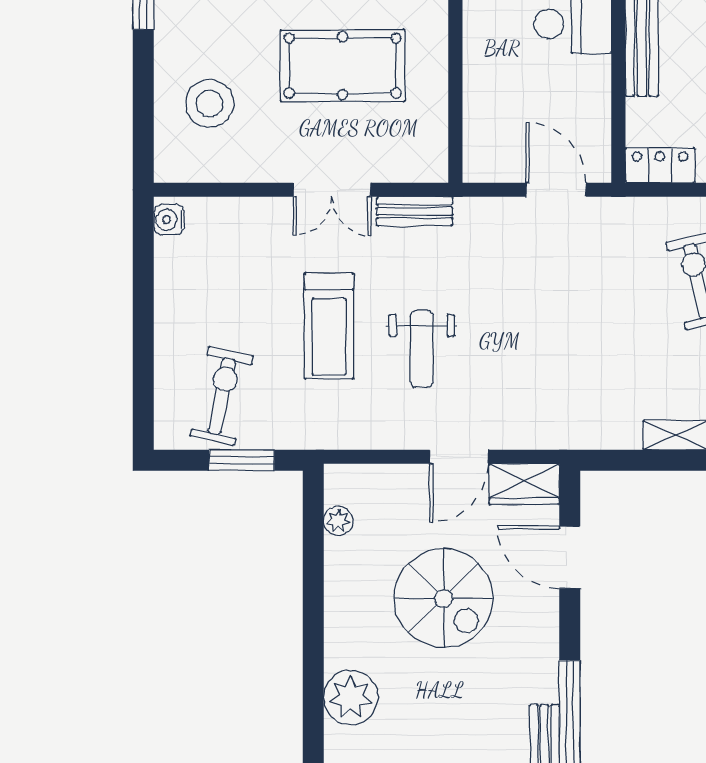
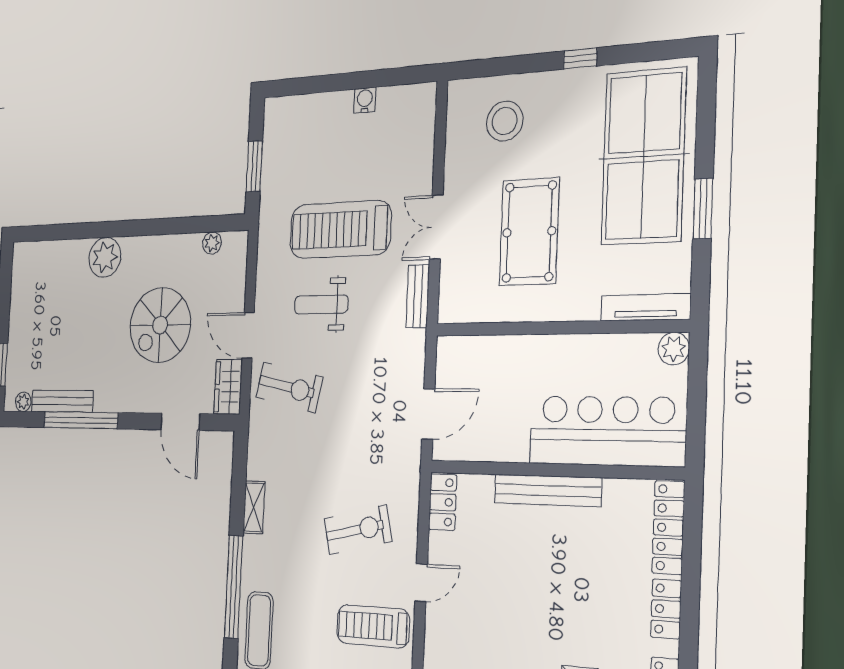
water cooler: (169, 220) -> (365, 100), moved
treadmill: (329, 326) -> (340, 230), width x1.37, depth x1.38
exercise bike: (222, 396) -> (289, 387), moved
door: (570, 557) -> (180, 422), swing flipped

